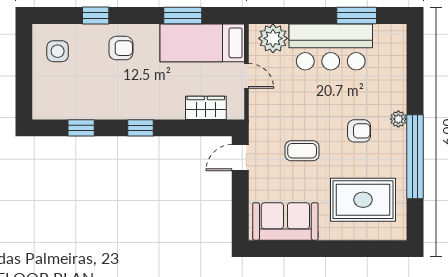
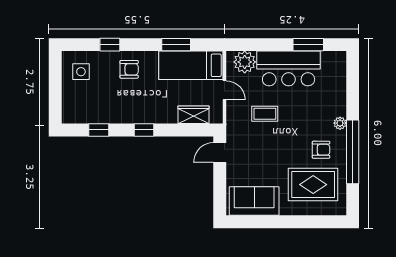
armchair: (359, 131) -> (321, 150), moved
coffee table: (302, 151) -> (265, 114), moved

